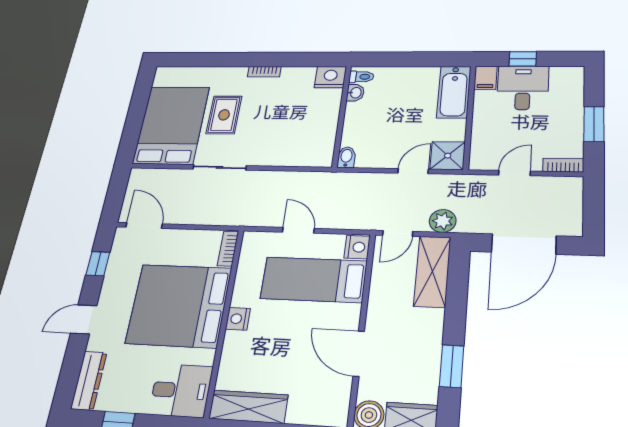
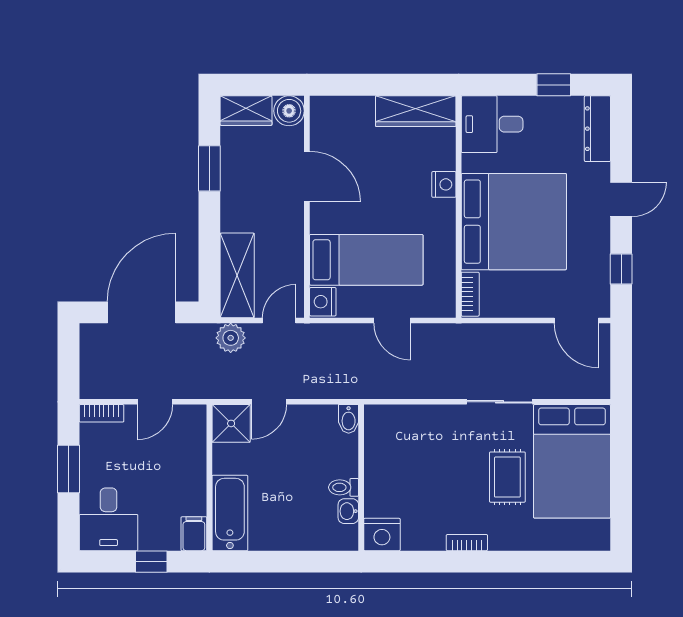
toilet: (361, 77) -> (344, 487), moved
desk: (523, 88) -> (109, 519), moved
nightstand: (238, 319) -> (444, 184), moved

